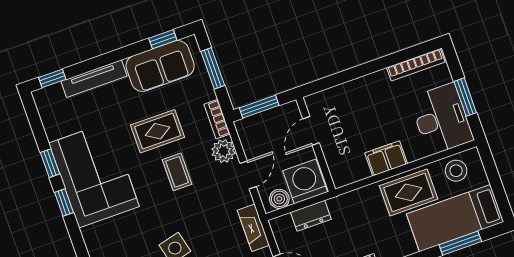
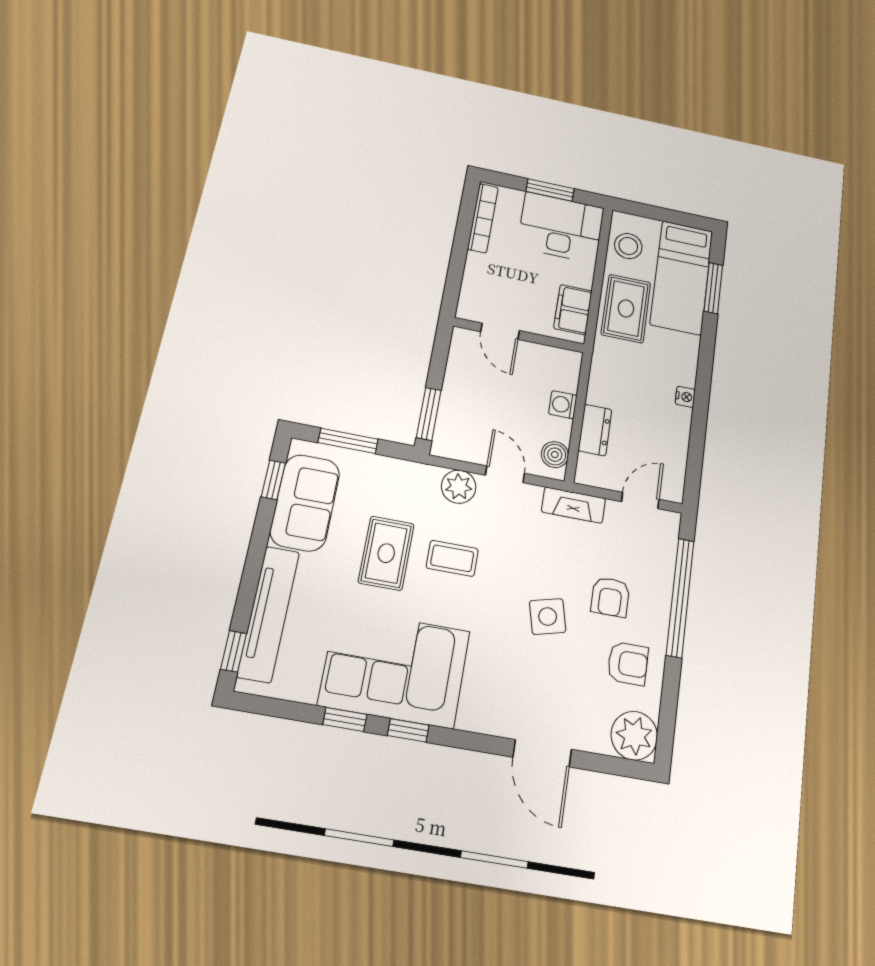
tv unit: (94, 79) -> (268, 614), width x1.36, depth x1.29
bookcase: (217, 119) -> (414, 472), removed
door: (311, 131) -> (500, 331), moved
wall: (316, 144) -> (519, 335), moved
washing machine: (305, 181) -> (563, 405), width x0.53, depth x0.53

